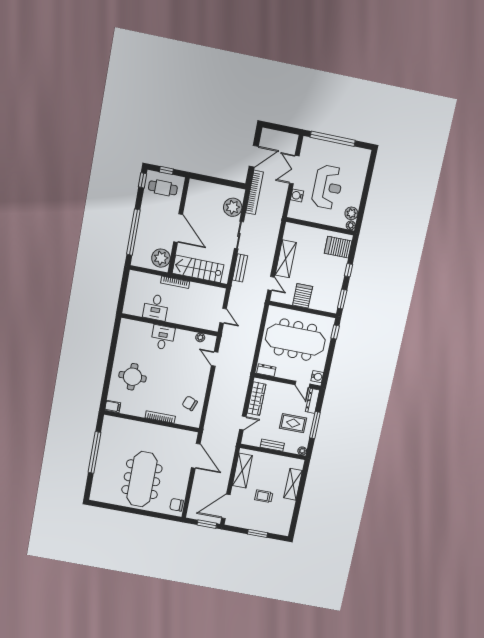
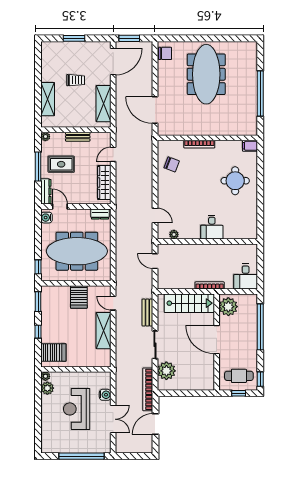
desk: (156, 307) -> (246, 276), moved, turned 180

